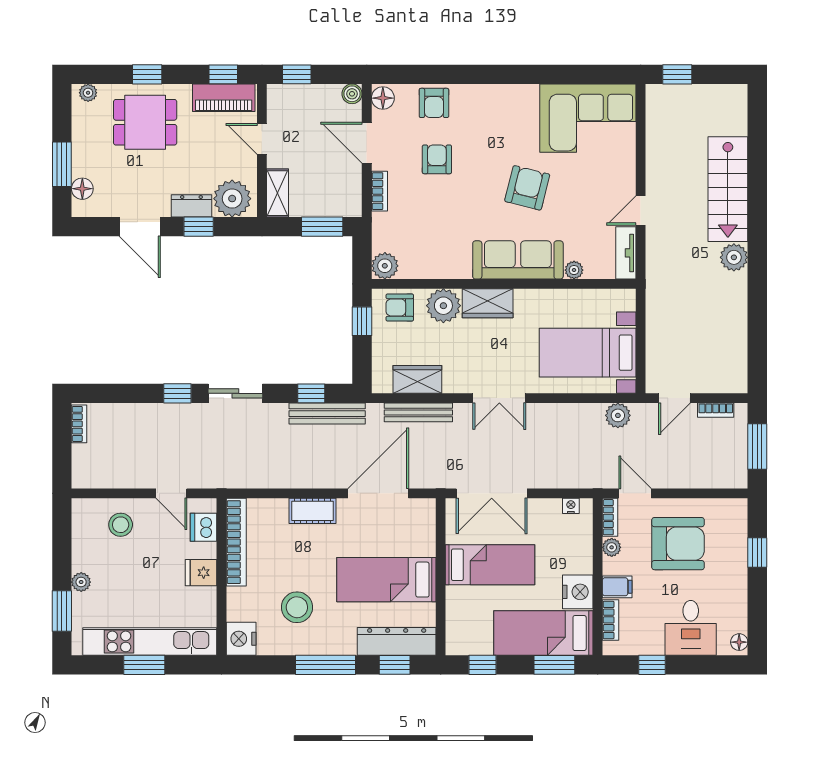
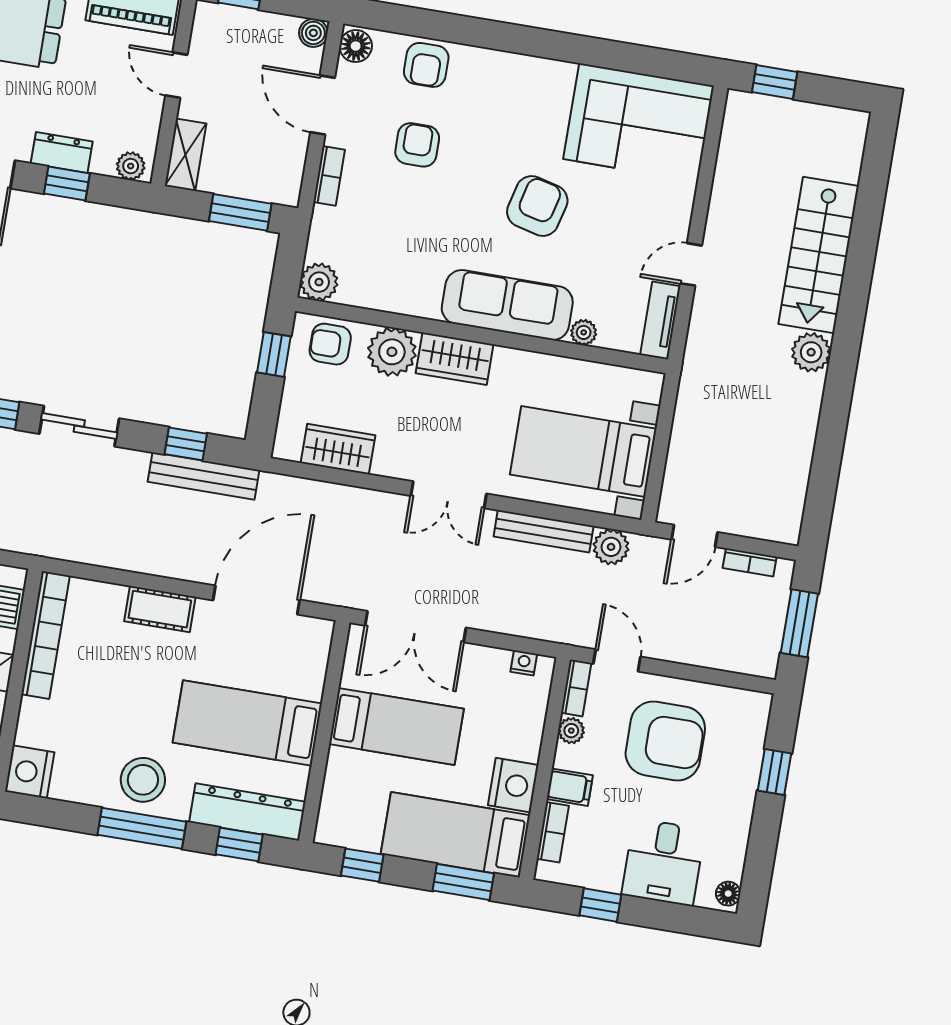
plant: (232, 199) -> (131, 166), width x0.53, depth x0.53
bench: (418, 412) -> (544, 531), moved
stool: (297, 607) -> (143, 780), moved

